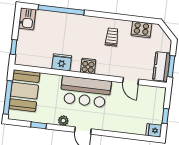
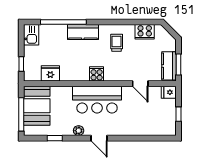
kitchen counter: (79, 22) -> (83, 32), added
fridge: (62, 62) -> (50, 73), moved
fridge: (154, 130) -> (169, 92), moved

